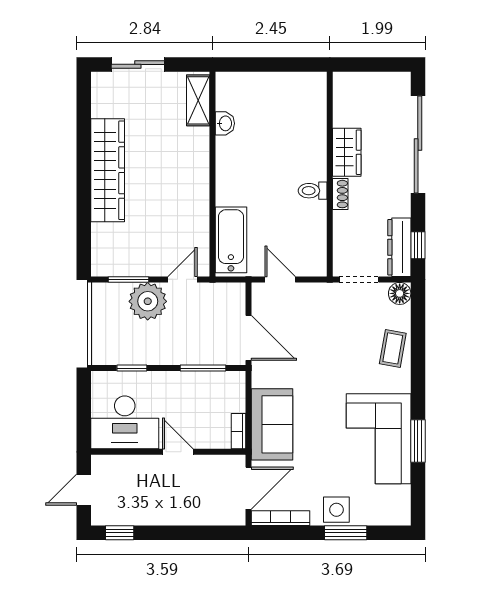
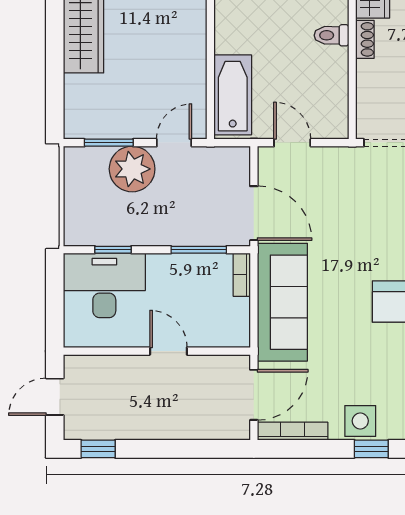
desk: (125, 422) -> (104, 285), moved, turned 180
sofa: (272, 424) -> (282, 302), width x1.36
bookcase: (238, 431) -> (242, 275), moved
window: (346, 533) -> (371, 449), width x0.67

